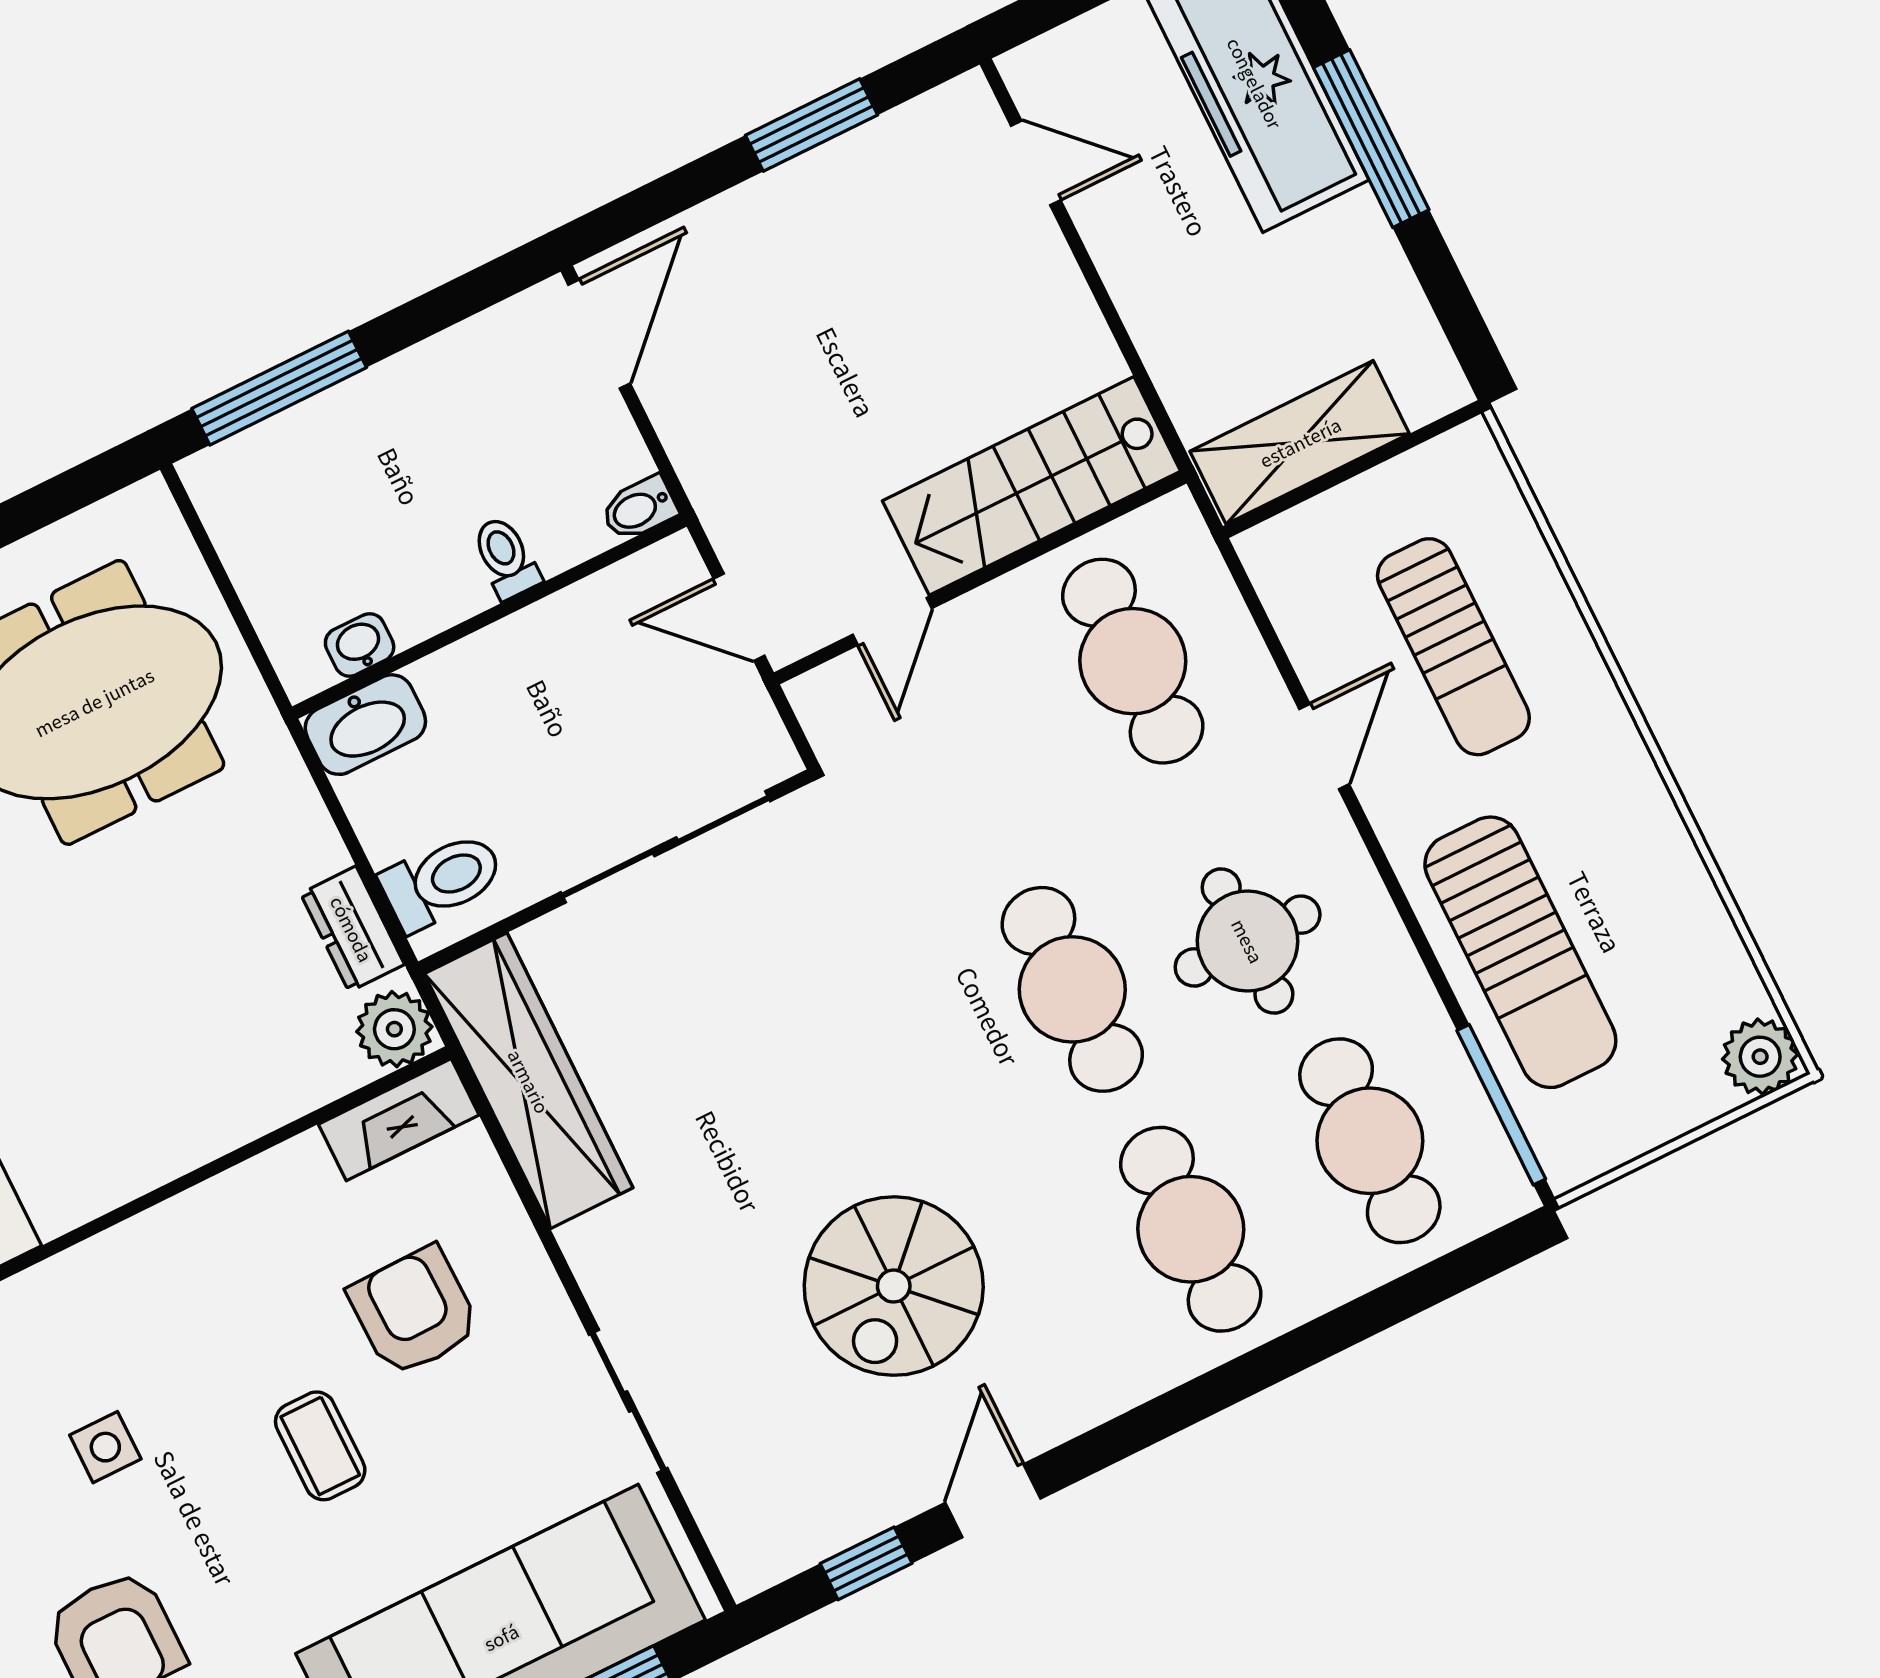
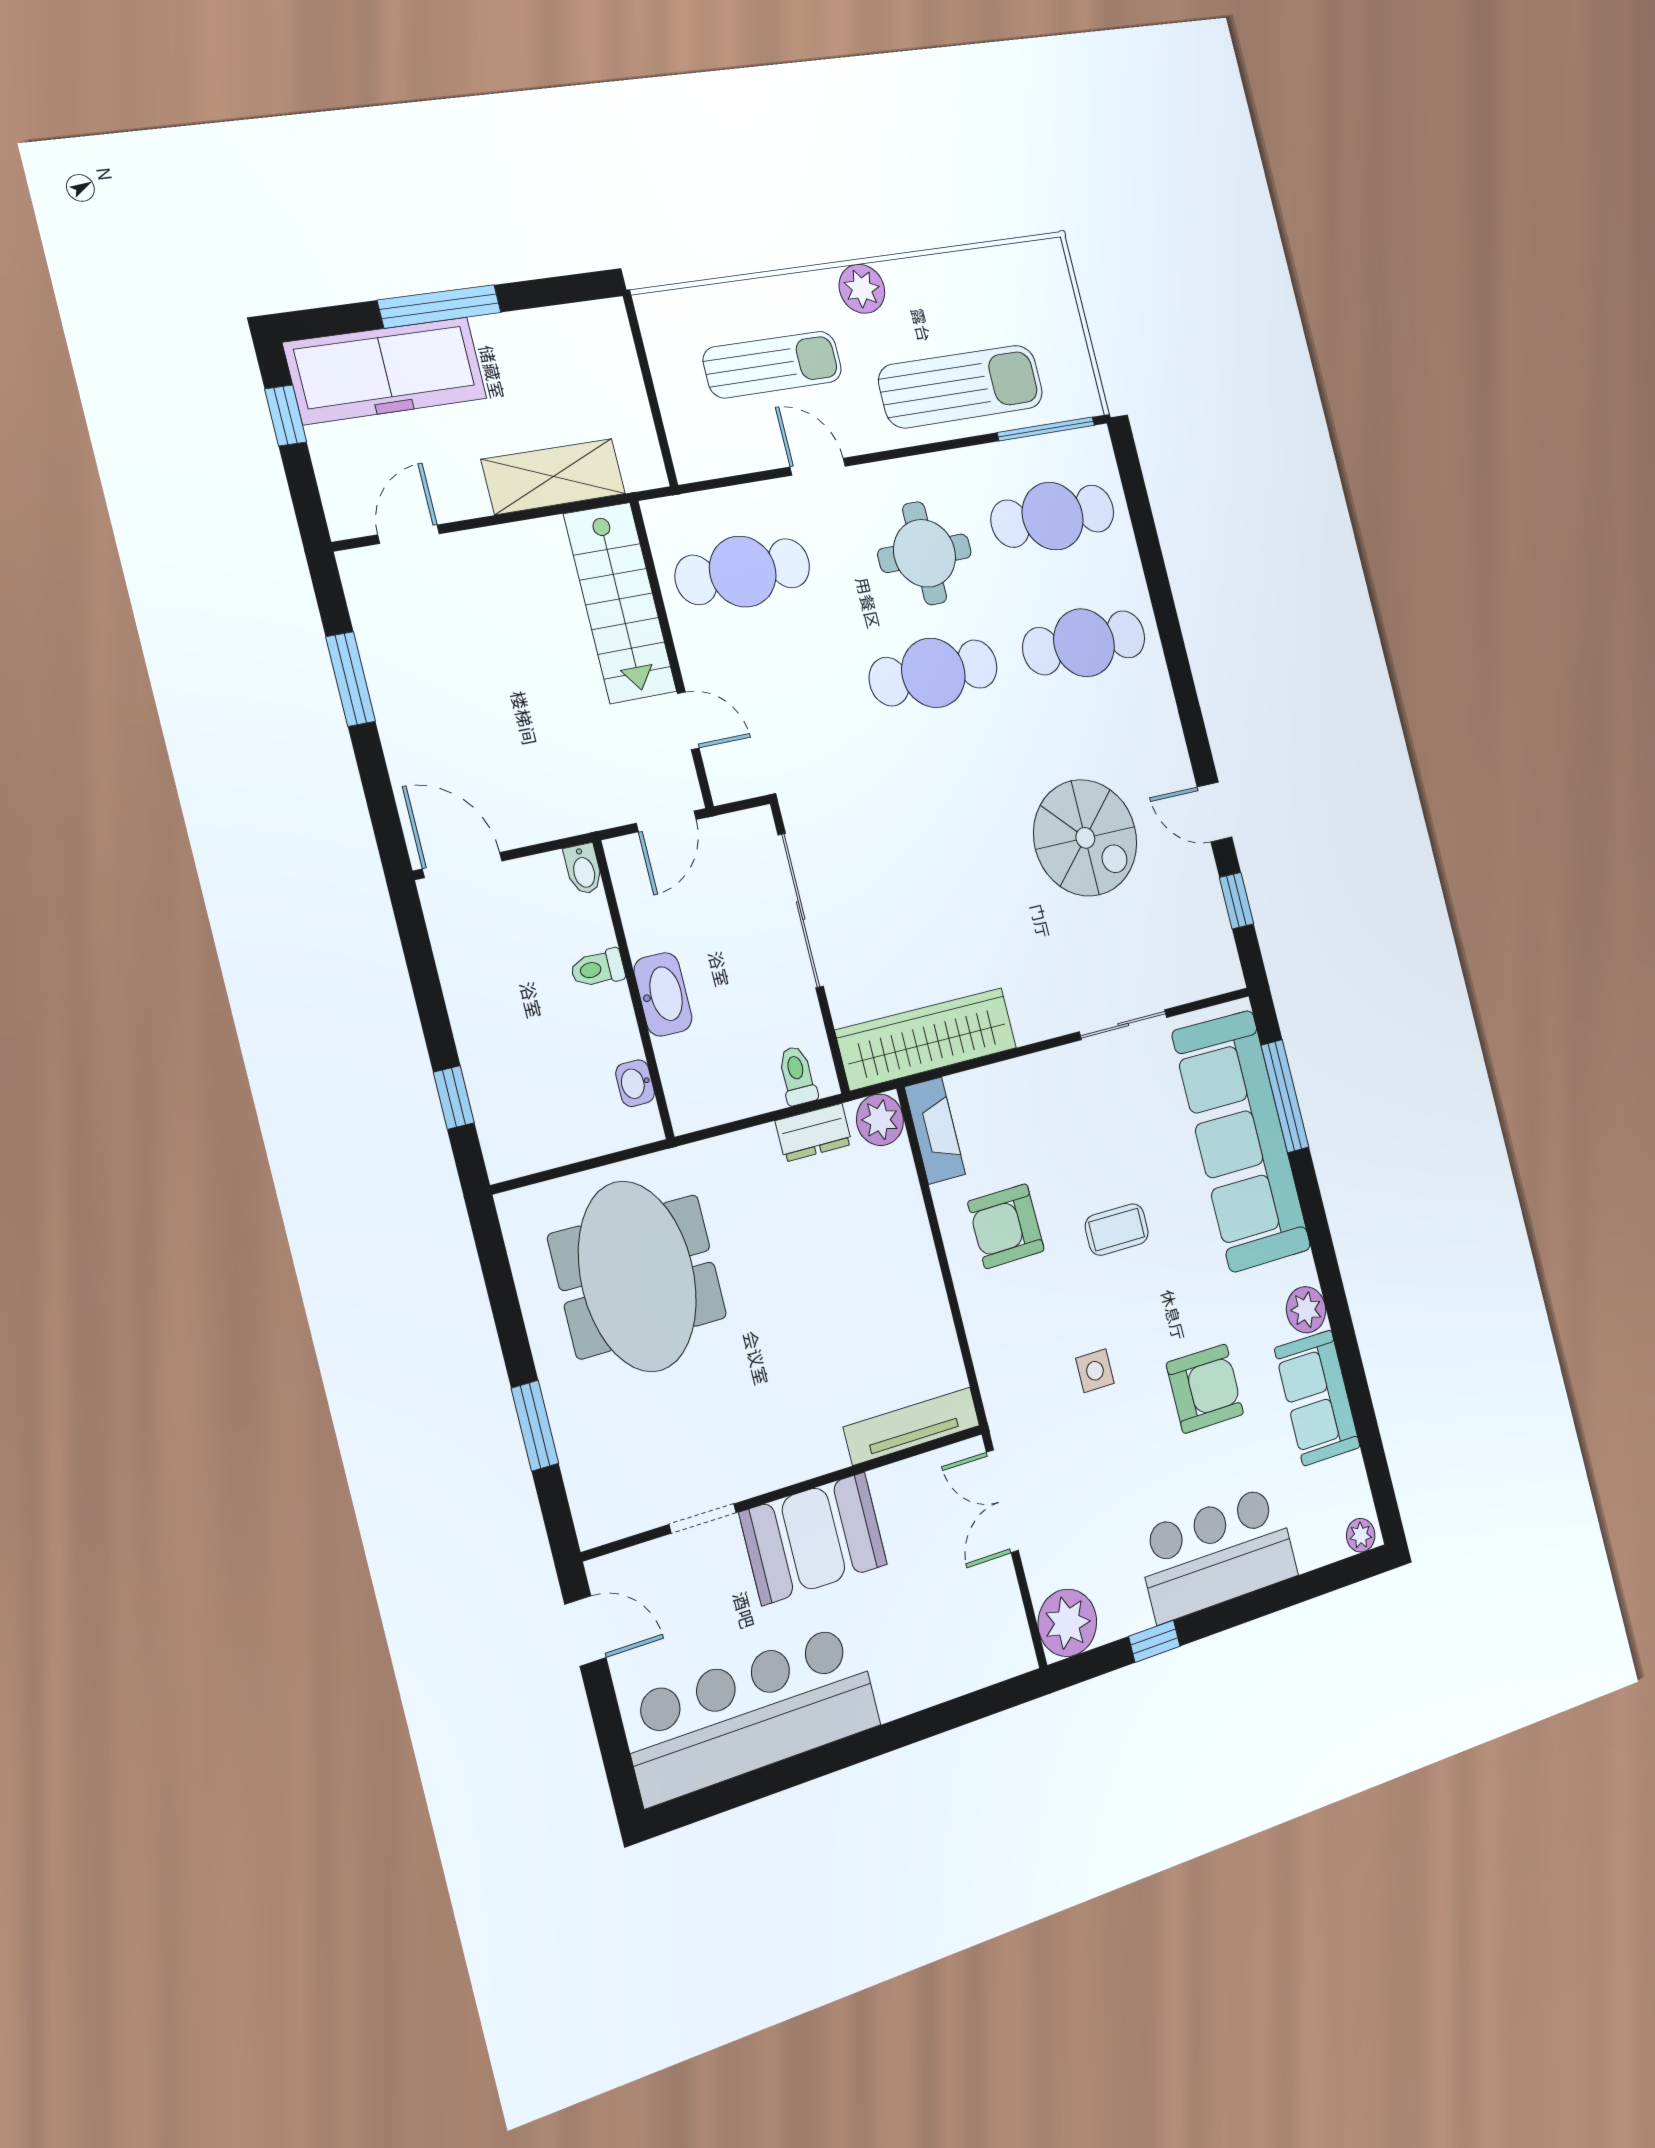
window: (279, 388) -> (454, 1097), width x0.46
shelving: (1300, 442) -> (554, 477), moved, turned 90
washbasin: (365, 725) -> (663, 994), moved
toilet: (442, 881) -> (797, 1075), width x0.73, depth x0.72
plant: (1760, 1057) -> (862, 289), moved
armchair: (414, 1311) -> (1006, 1226), moved

